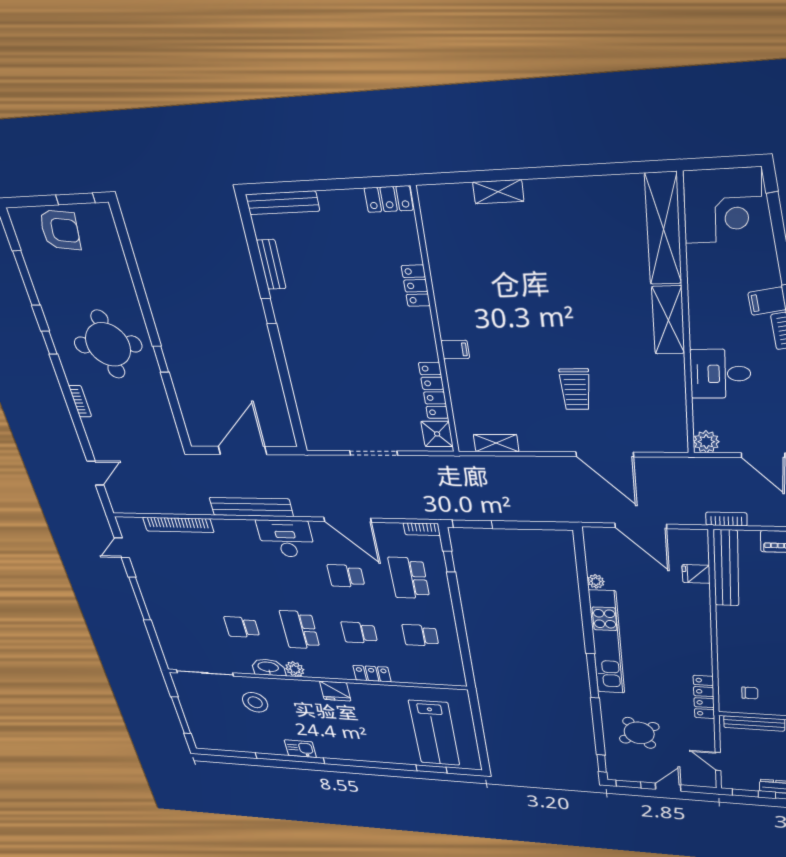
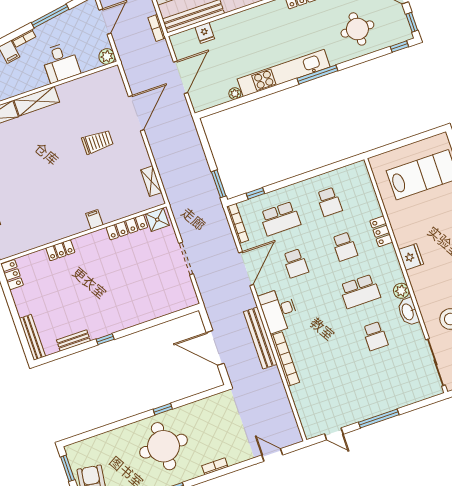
bookcase: (178, 525) -> (285, 359), moved
bookcase: (422, 529) -> (238, 223), width x1.56
round table: (639, 733) -> (357, 29), turned 34

